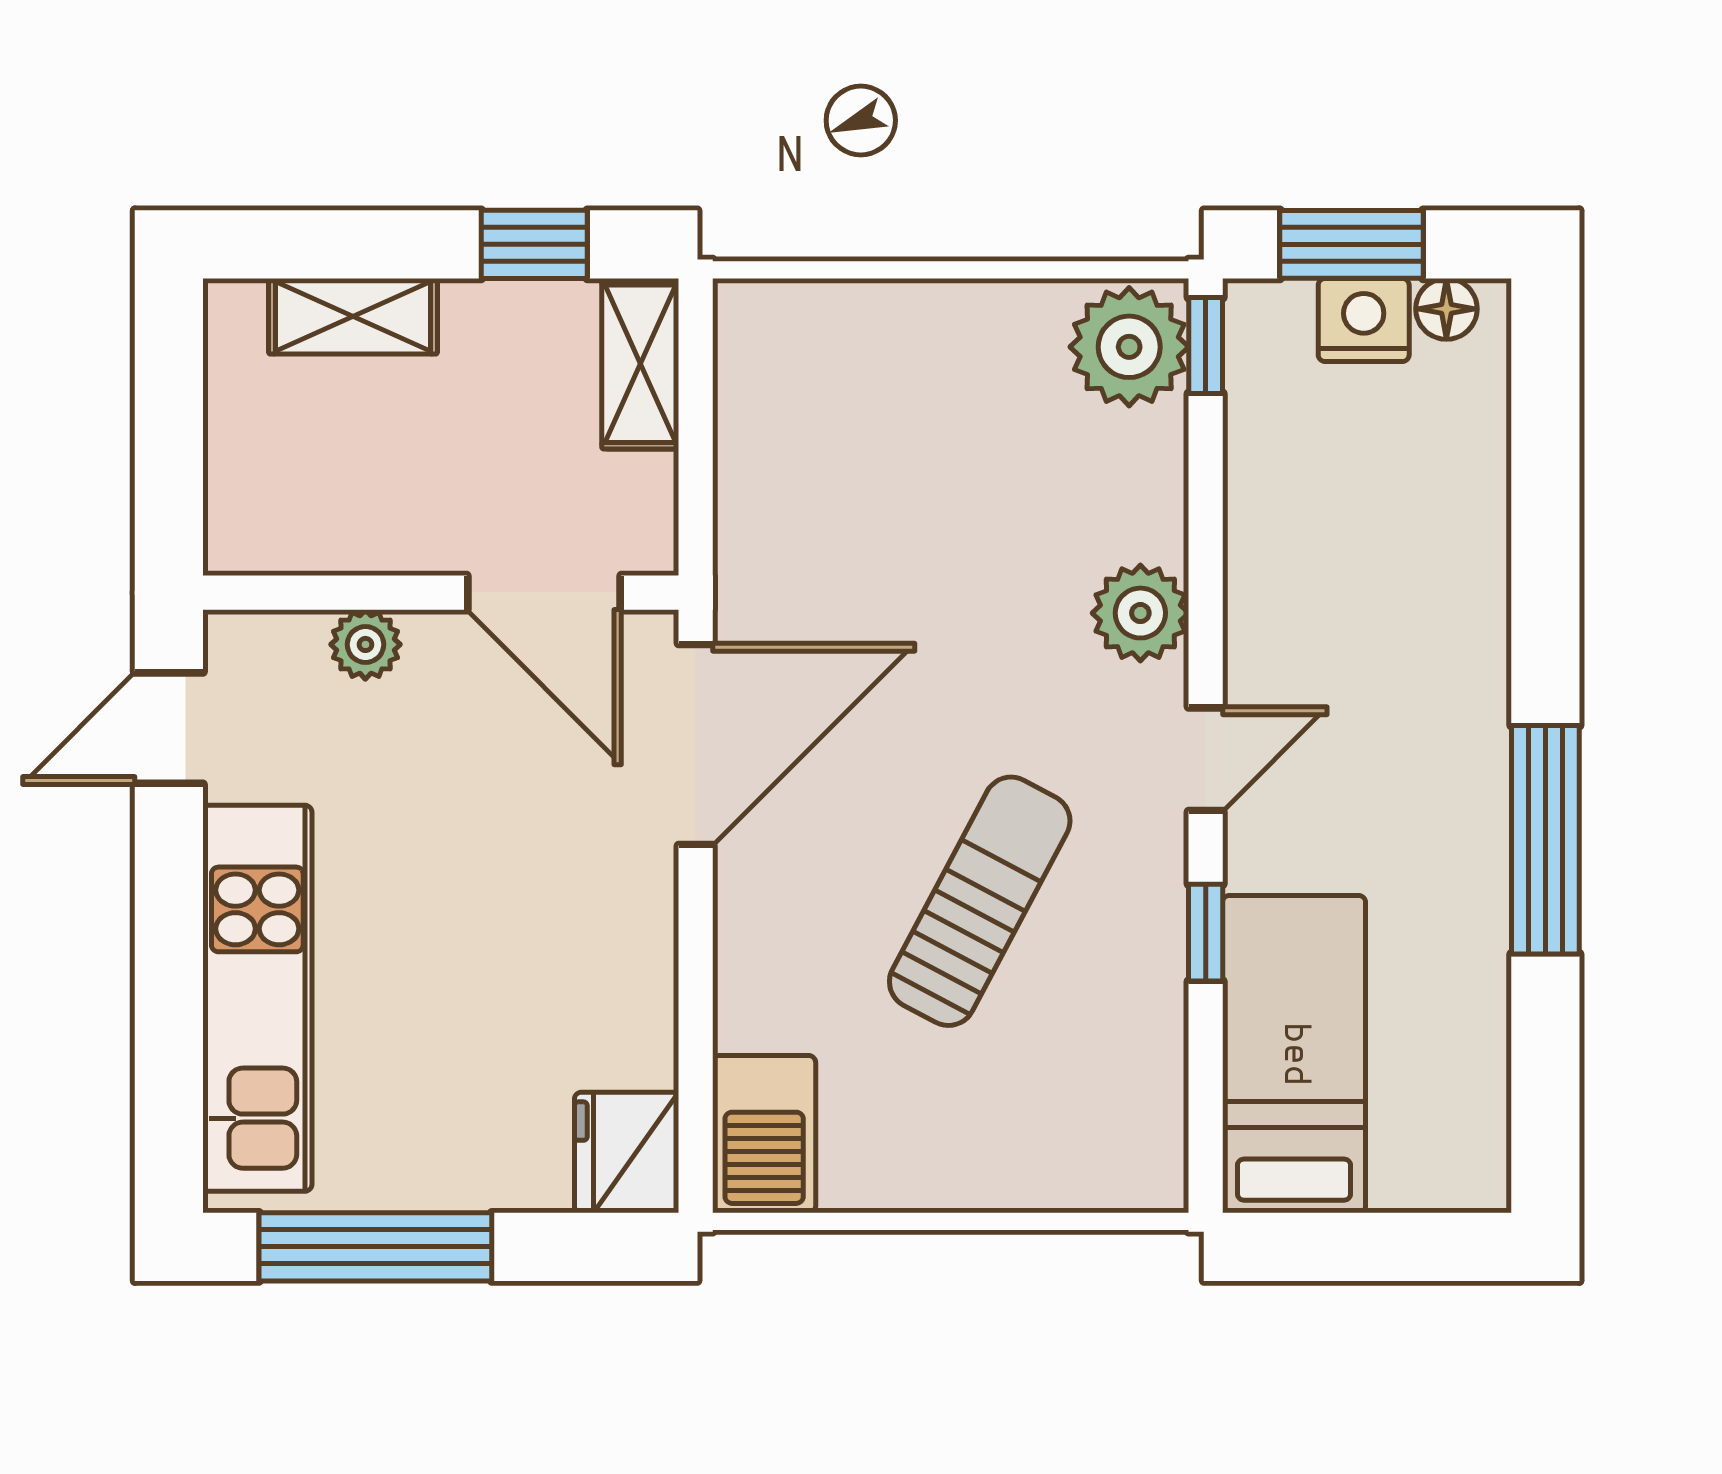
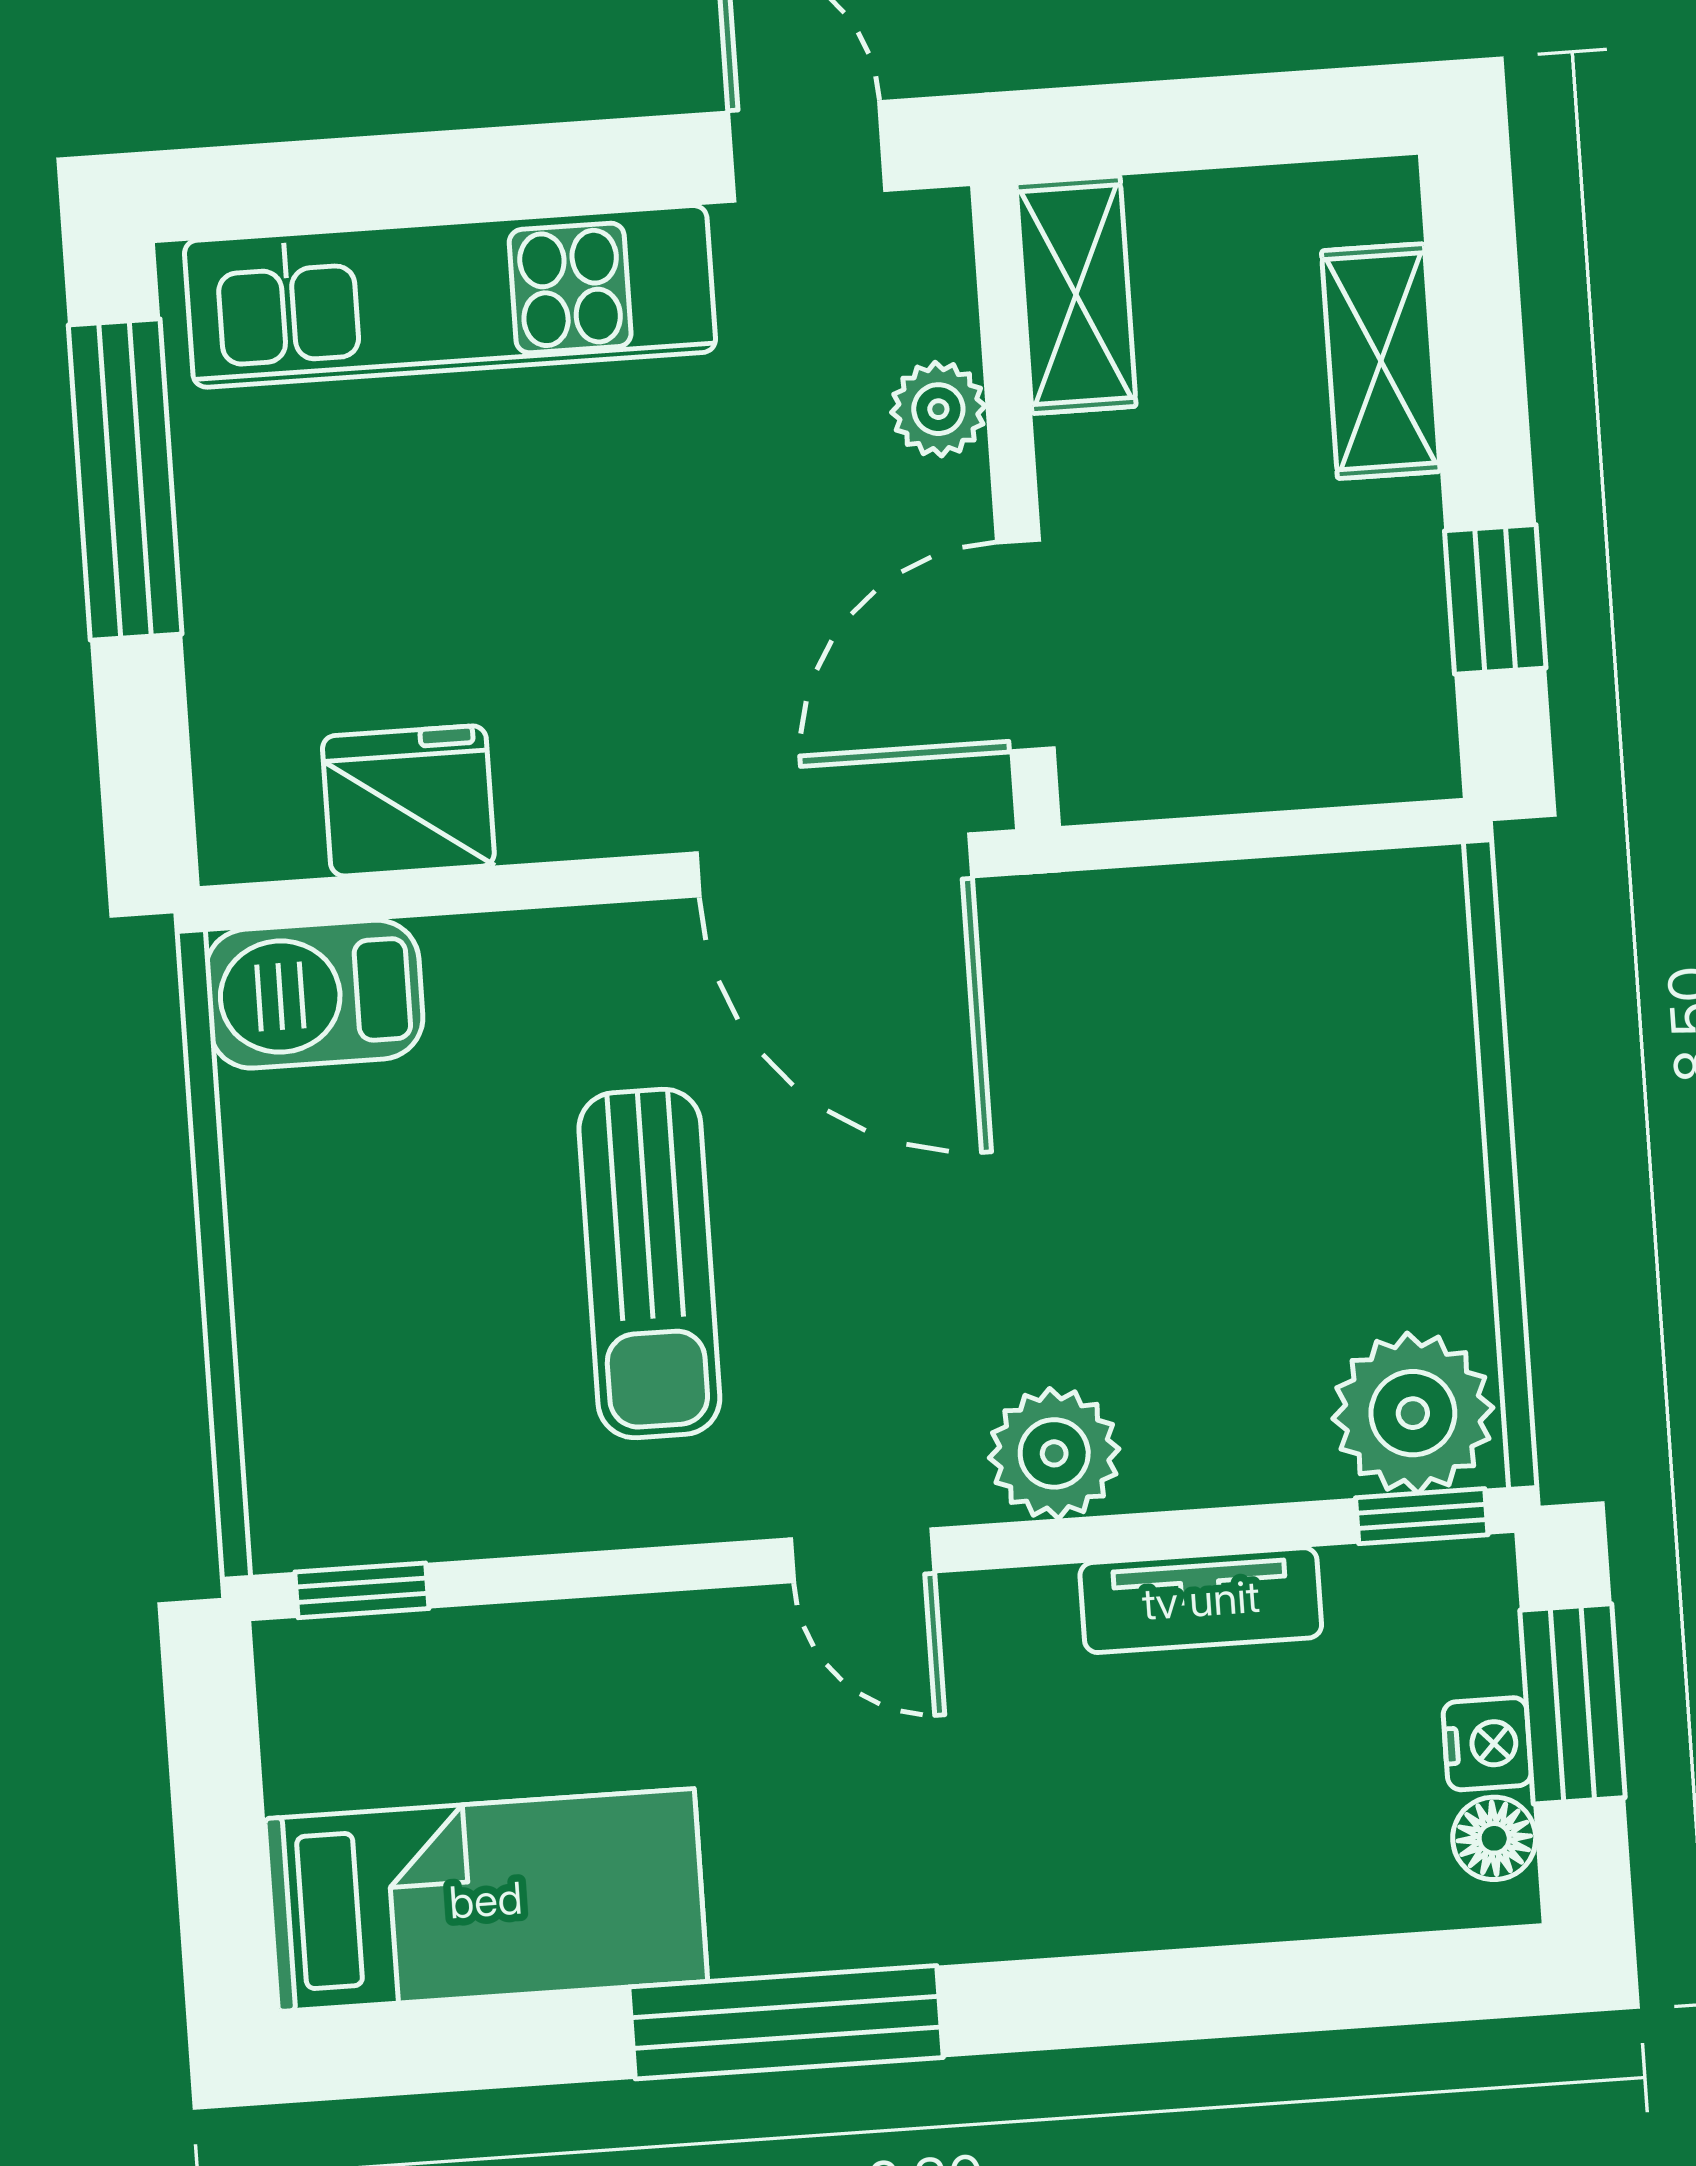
nightstand: (1364, 320) -> (1487, 1744), width x0.72, depth x0.74
shelving: (640, 364) -> (1076, 295), moved, turned 90
tv unit: (1256, 513) -> (1201, 1600), added
sun lounger: (980, 901) -> (649, 1264), turned 62
window: (1206, 933) -> (362, 1590), moved
bed: (1294, 1054) -> (486, 1900), moved
fridge: (627, 1153) -> (408, 801), moved

